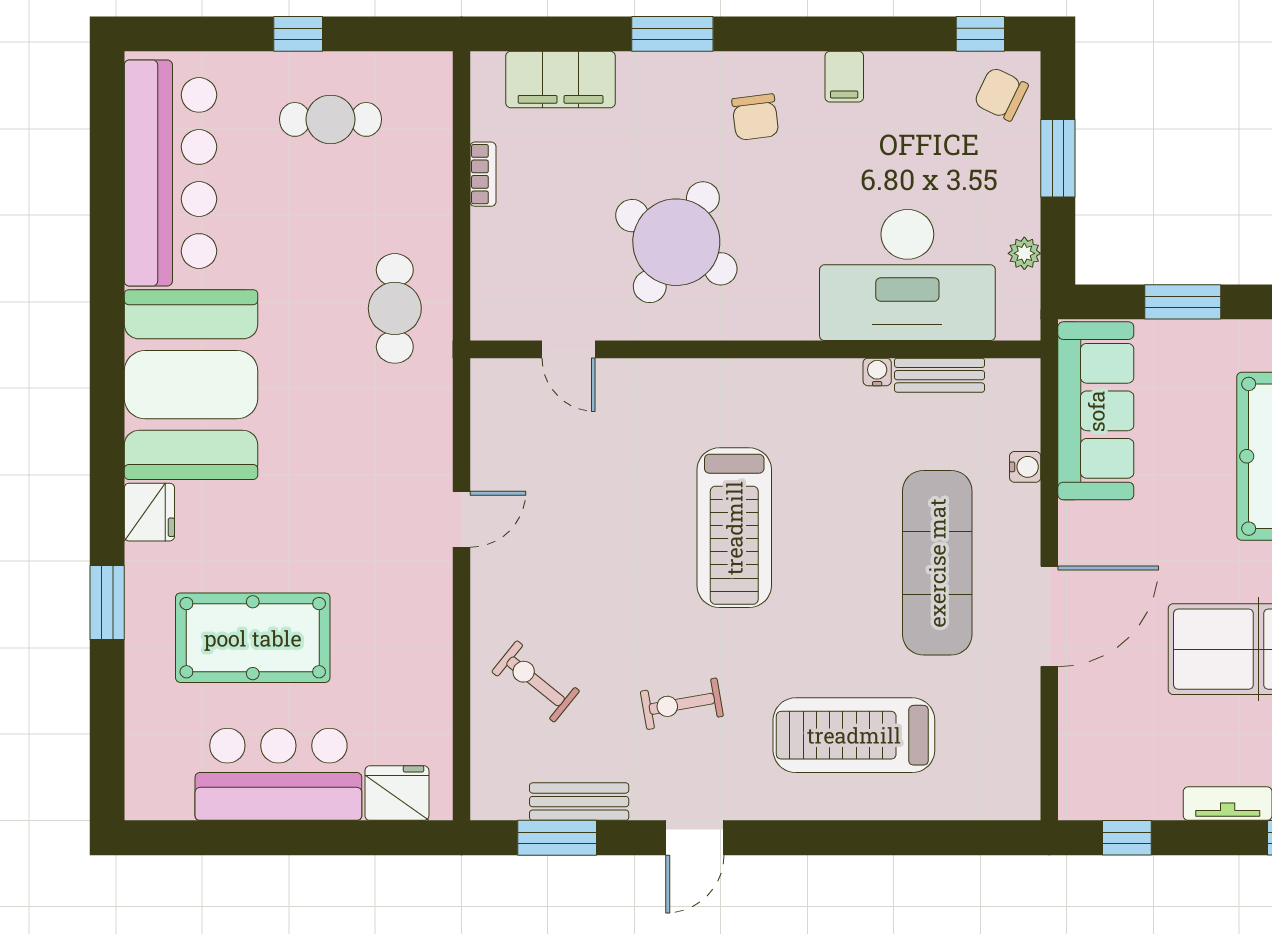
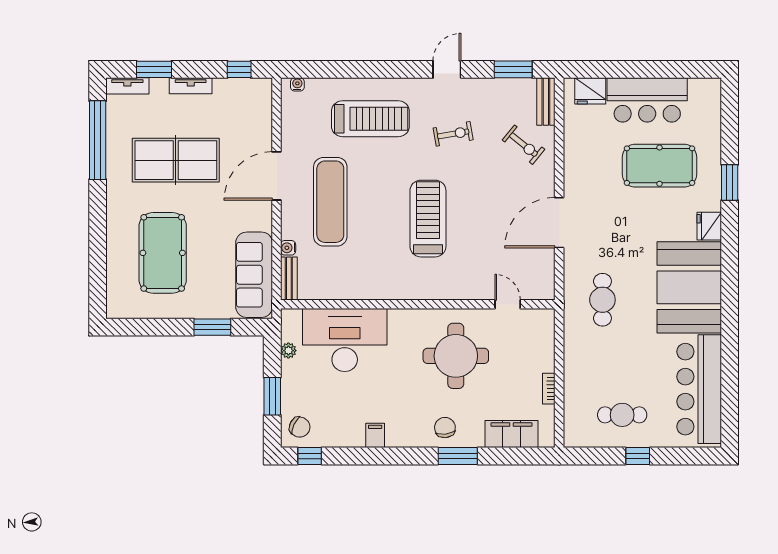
chair: (755, 117) -> (445, 428), moved
round table: (676, 242) -> (456, 356), turned -31
cafe table: (395, 308) -> (602, 300), moved
water cooler: (877, 372) -> (297, 84), moved, turned 180
bench: (940, 375) -> (289, 279), moved, turned 90
door: (461, 519) -> (559, 223), width x1.88
bench: (579, 802) -> (546, 102), moved, turned 90

